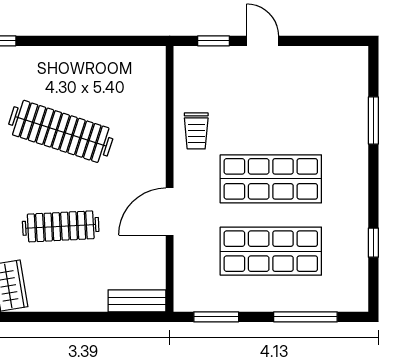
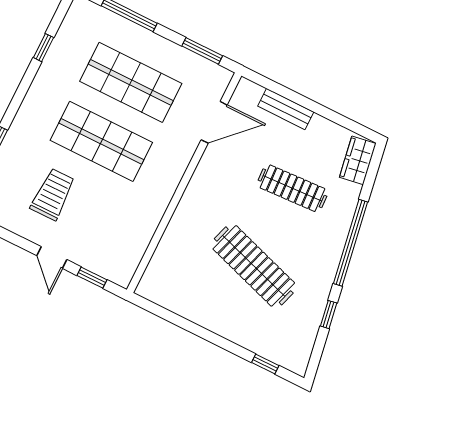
trolley: (196, 131) -> (53, 194), moved, width x1.36, depth x1.39
door: (170, 212) -> (214, 122), moved
bench: (137, 301) -> (286, 109), moved

